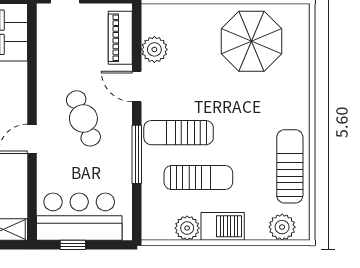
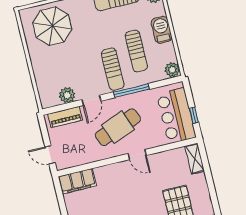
parasol: (251, 41) -> (52, 26), moved
cafe table: (83, 118) -> (118, 127), width x1.37, depth x1.35
sun lounger: (198, 178) -> (136, 51), turned 180
plant: (187, 228) -> (172, 70), moved

